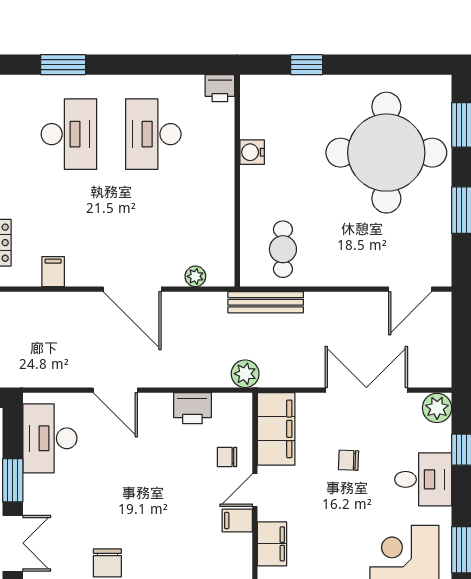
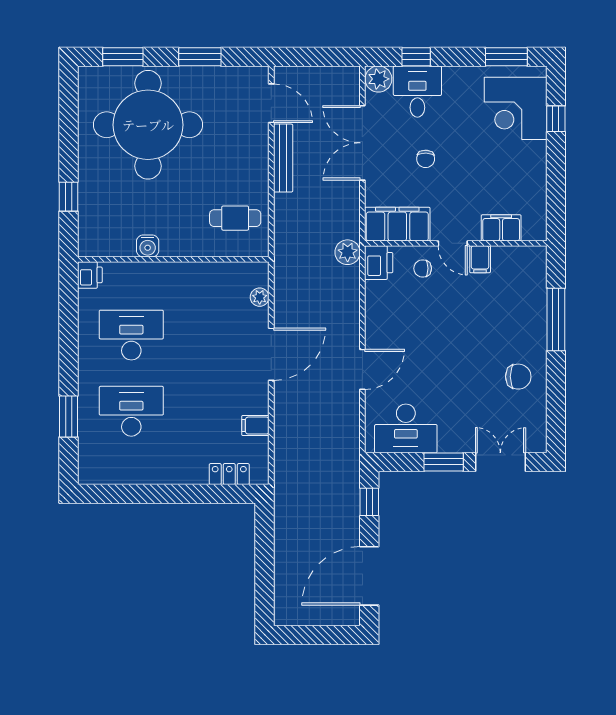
desk: (153, 134) -> (131, 335), turned 180
bench: (266, 302) -> (283, 158), moved
printer: (192, 408) -> (379, 263), moved
chair: (227, 457) -> (423, 268), turned 90
desk: (423, 479) -> (417, 92), moved

